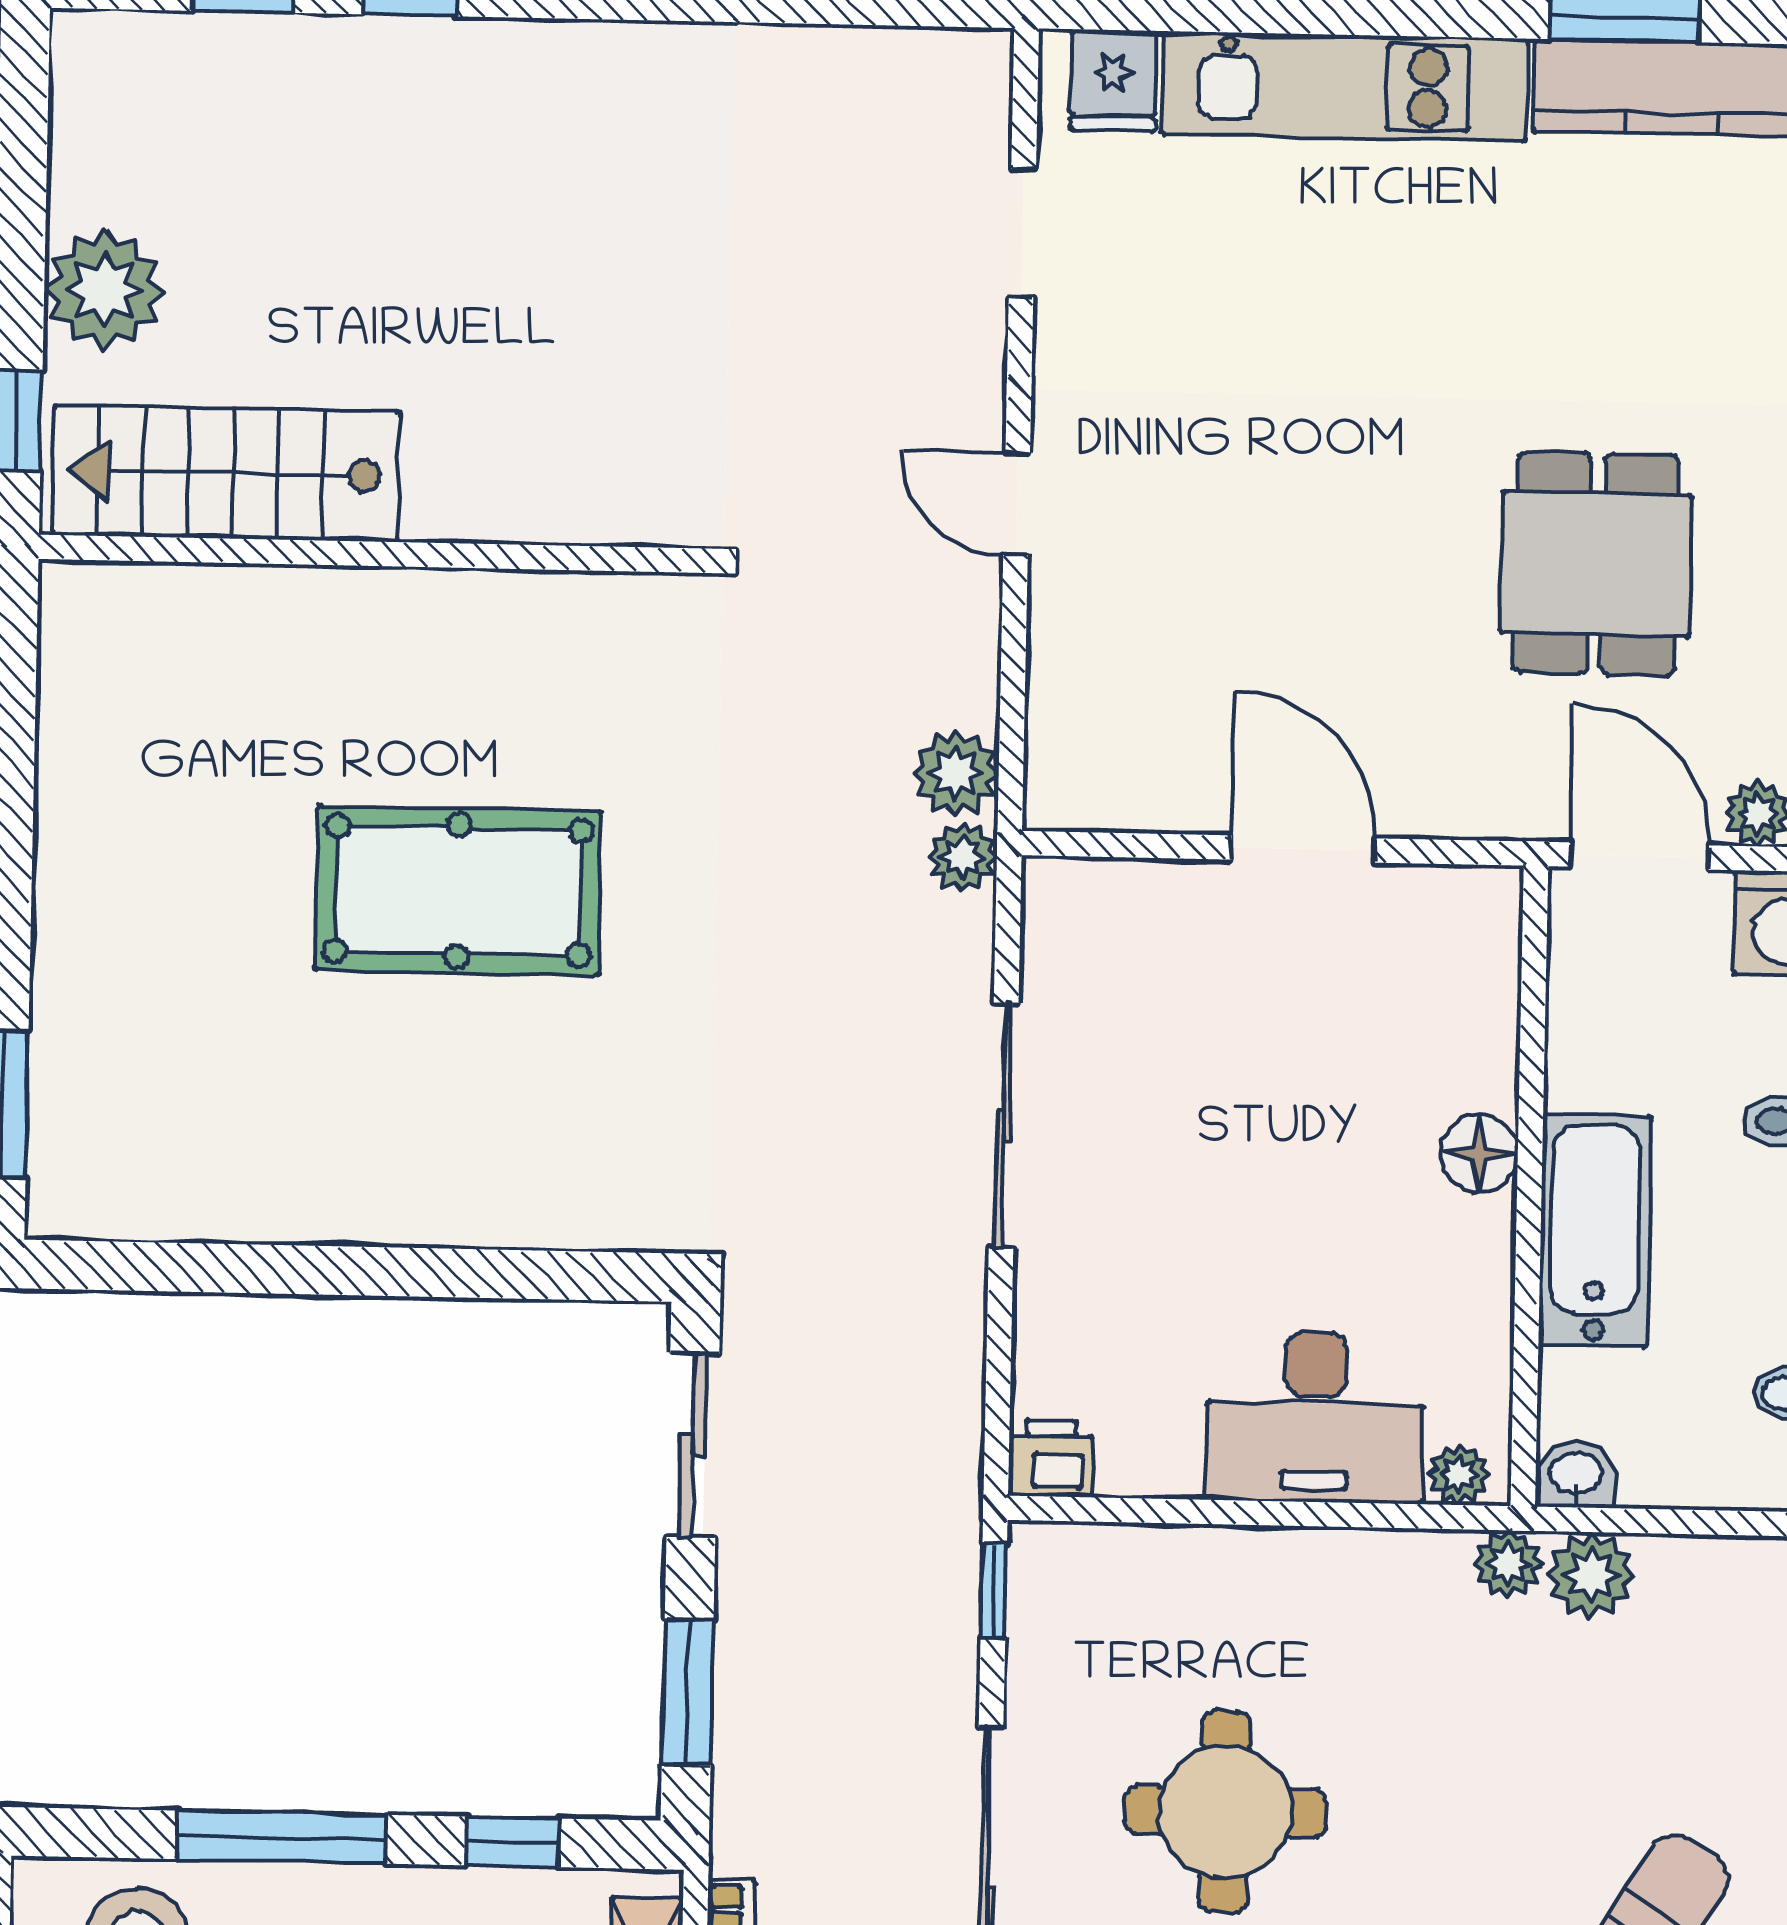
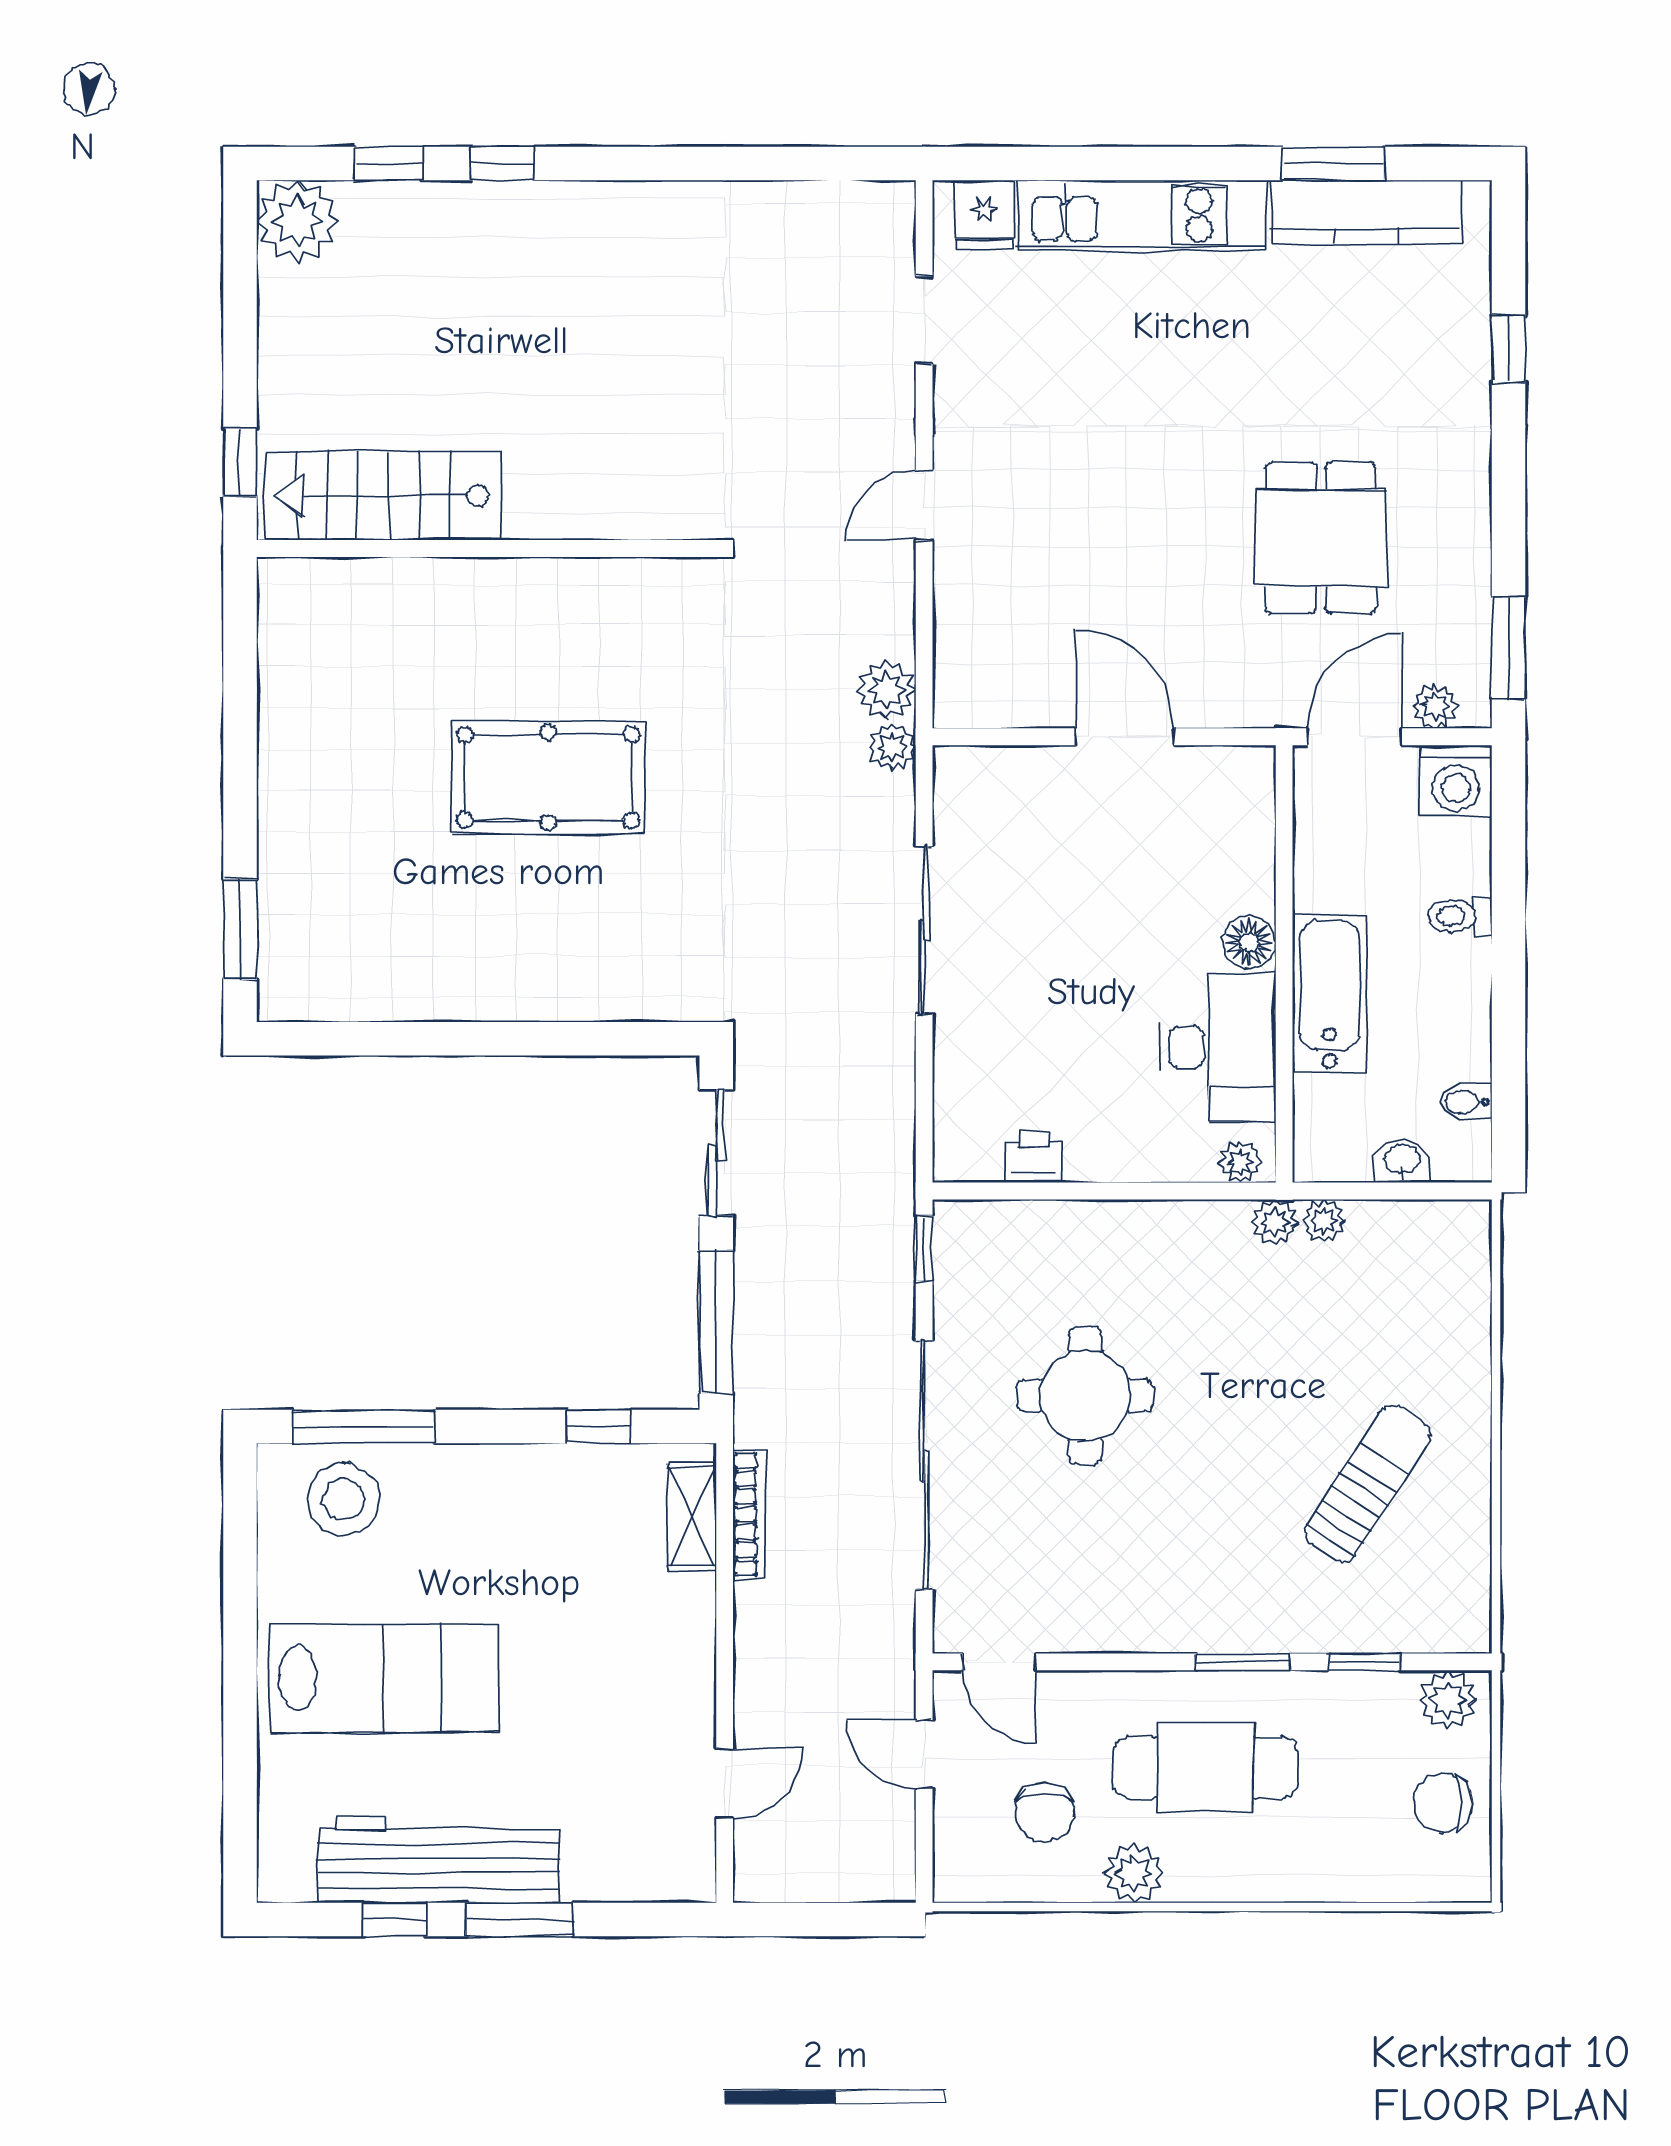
plant: (104, 290) -> (298, 221), moved
door: (1017, 504) -> (924, 505), hinge flipped
door: (1639, 856) -> (1355, 737), hinge flipped
desk: (1315, 1417) -> (1218, 1047), moved, turned -90
printer: (1051, 1458) -> (1034, 1157), moved
washbasin: (1576, 1475) -> (1402, 1160), moved
plant: (1591, 1575) -> (1324, 1221), width x0.73, depth x0.73
window: (688, 1692) -> (716, 1322), width x1.44
window: (282, 1837) -> (364, 1426), moved

